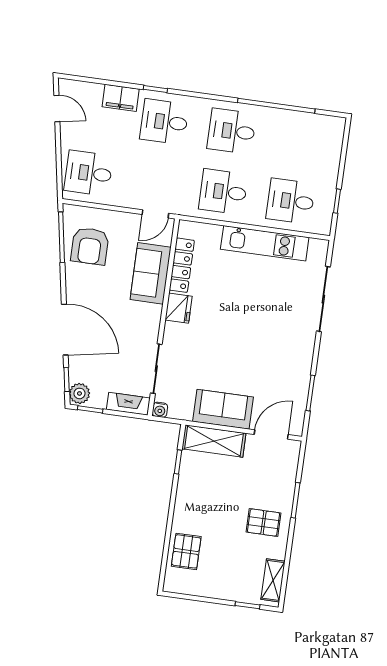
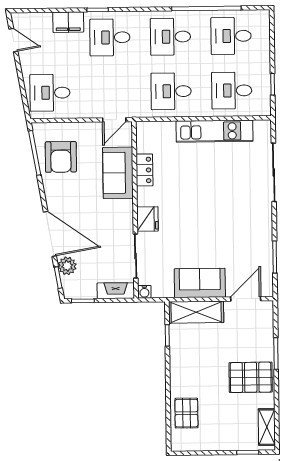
desk: (299, 140) -> (231, 36), added
locker: (182, 265) -> (145, 170), width x0.66
fridge: (179, 308) -> (148, 219), moved
plant: (79, 393) -> (67, 266), moved
pallet: (263, 523) -> (251, 377), width x1.50, depth x1.42

